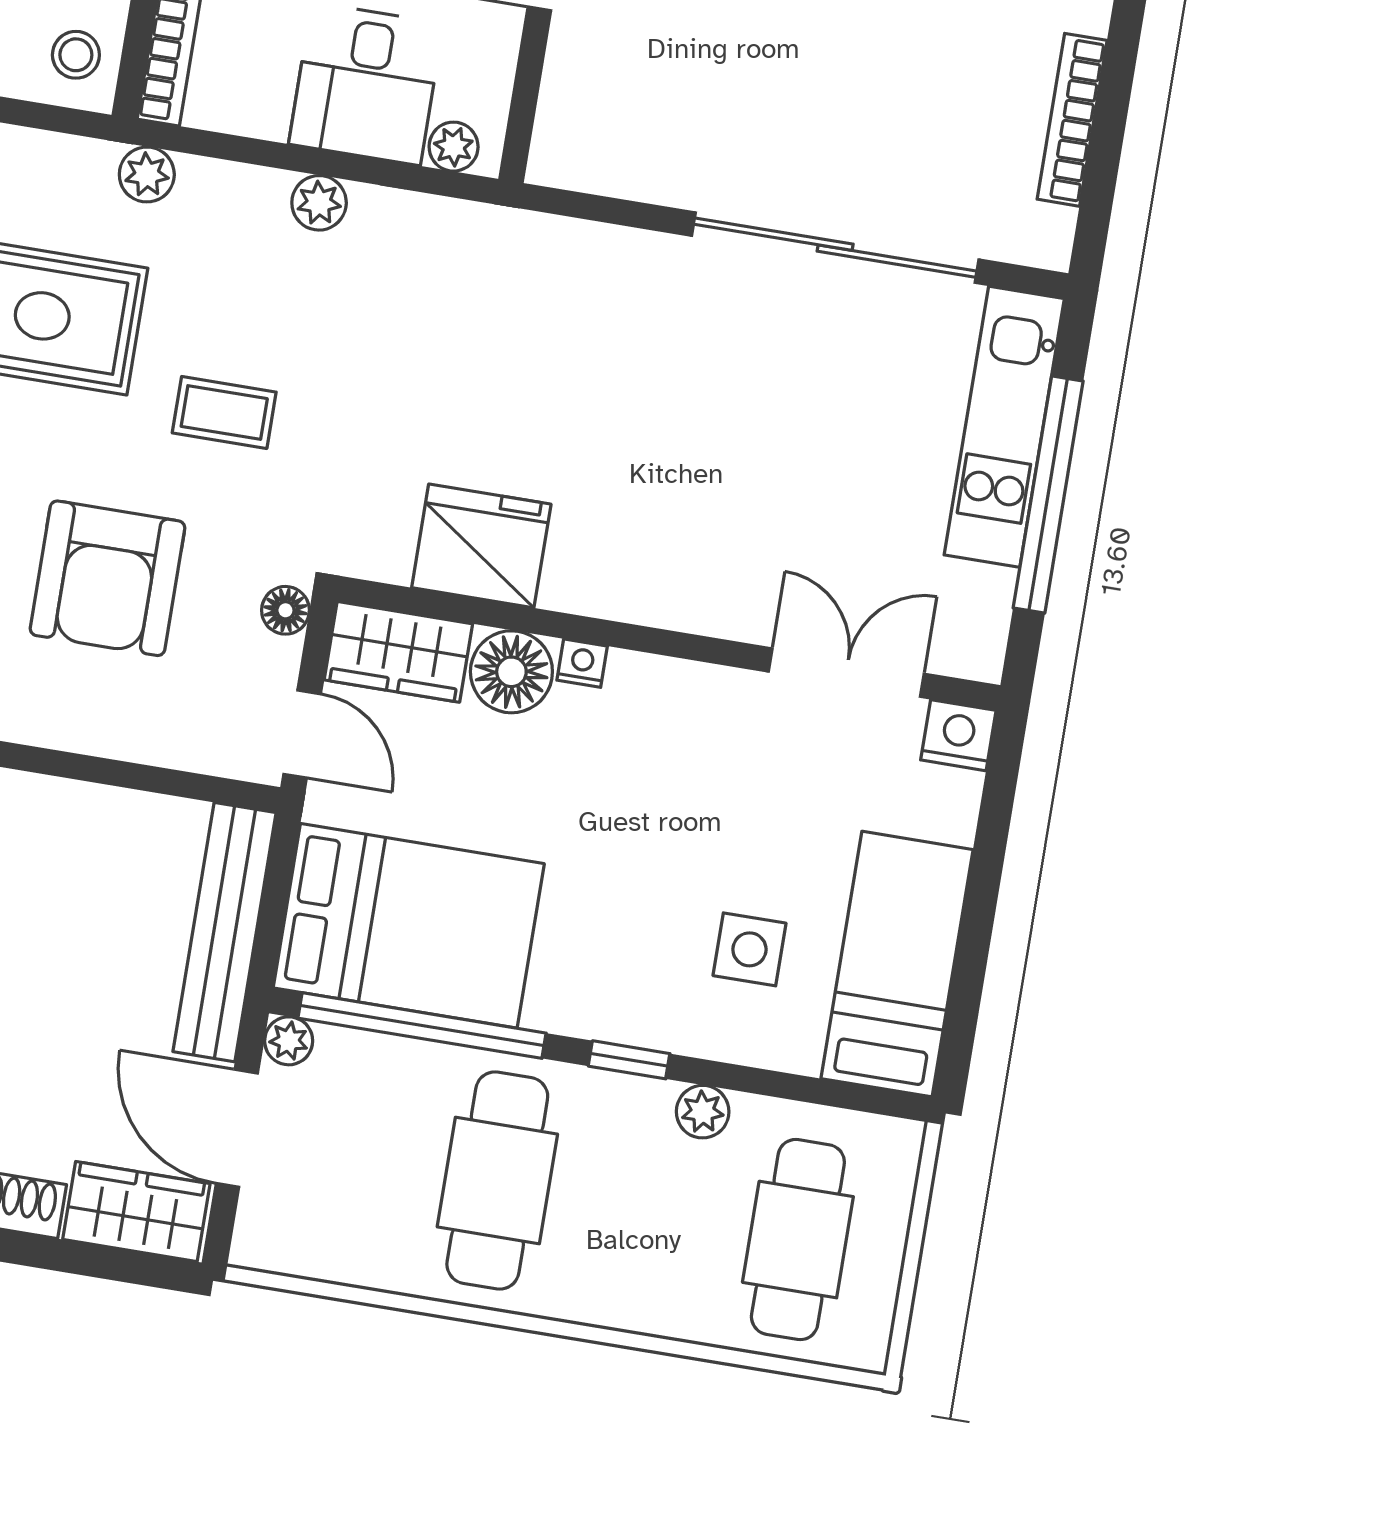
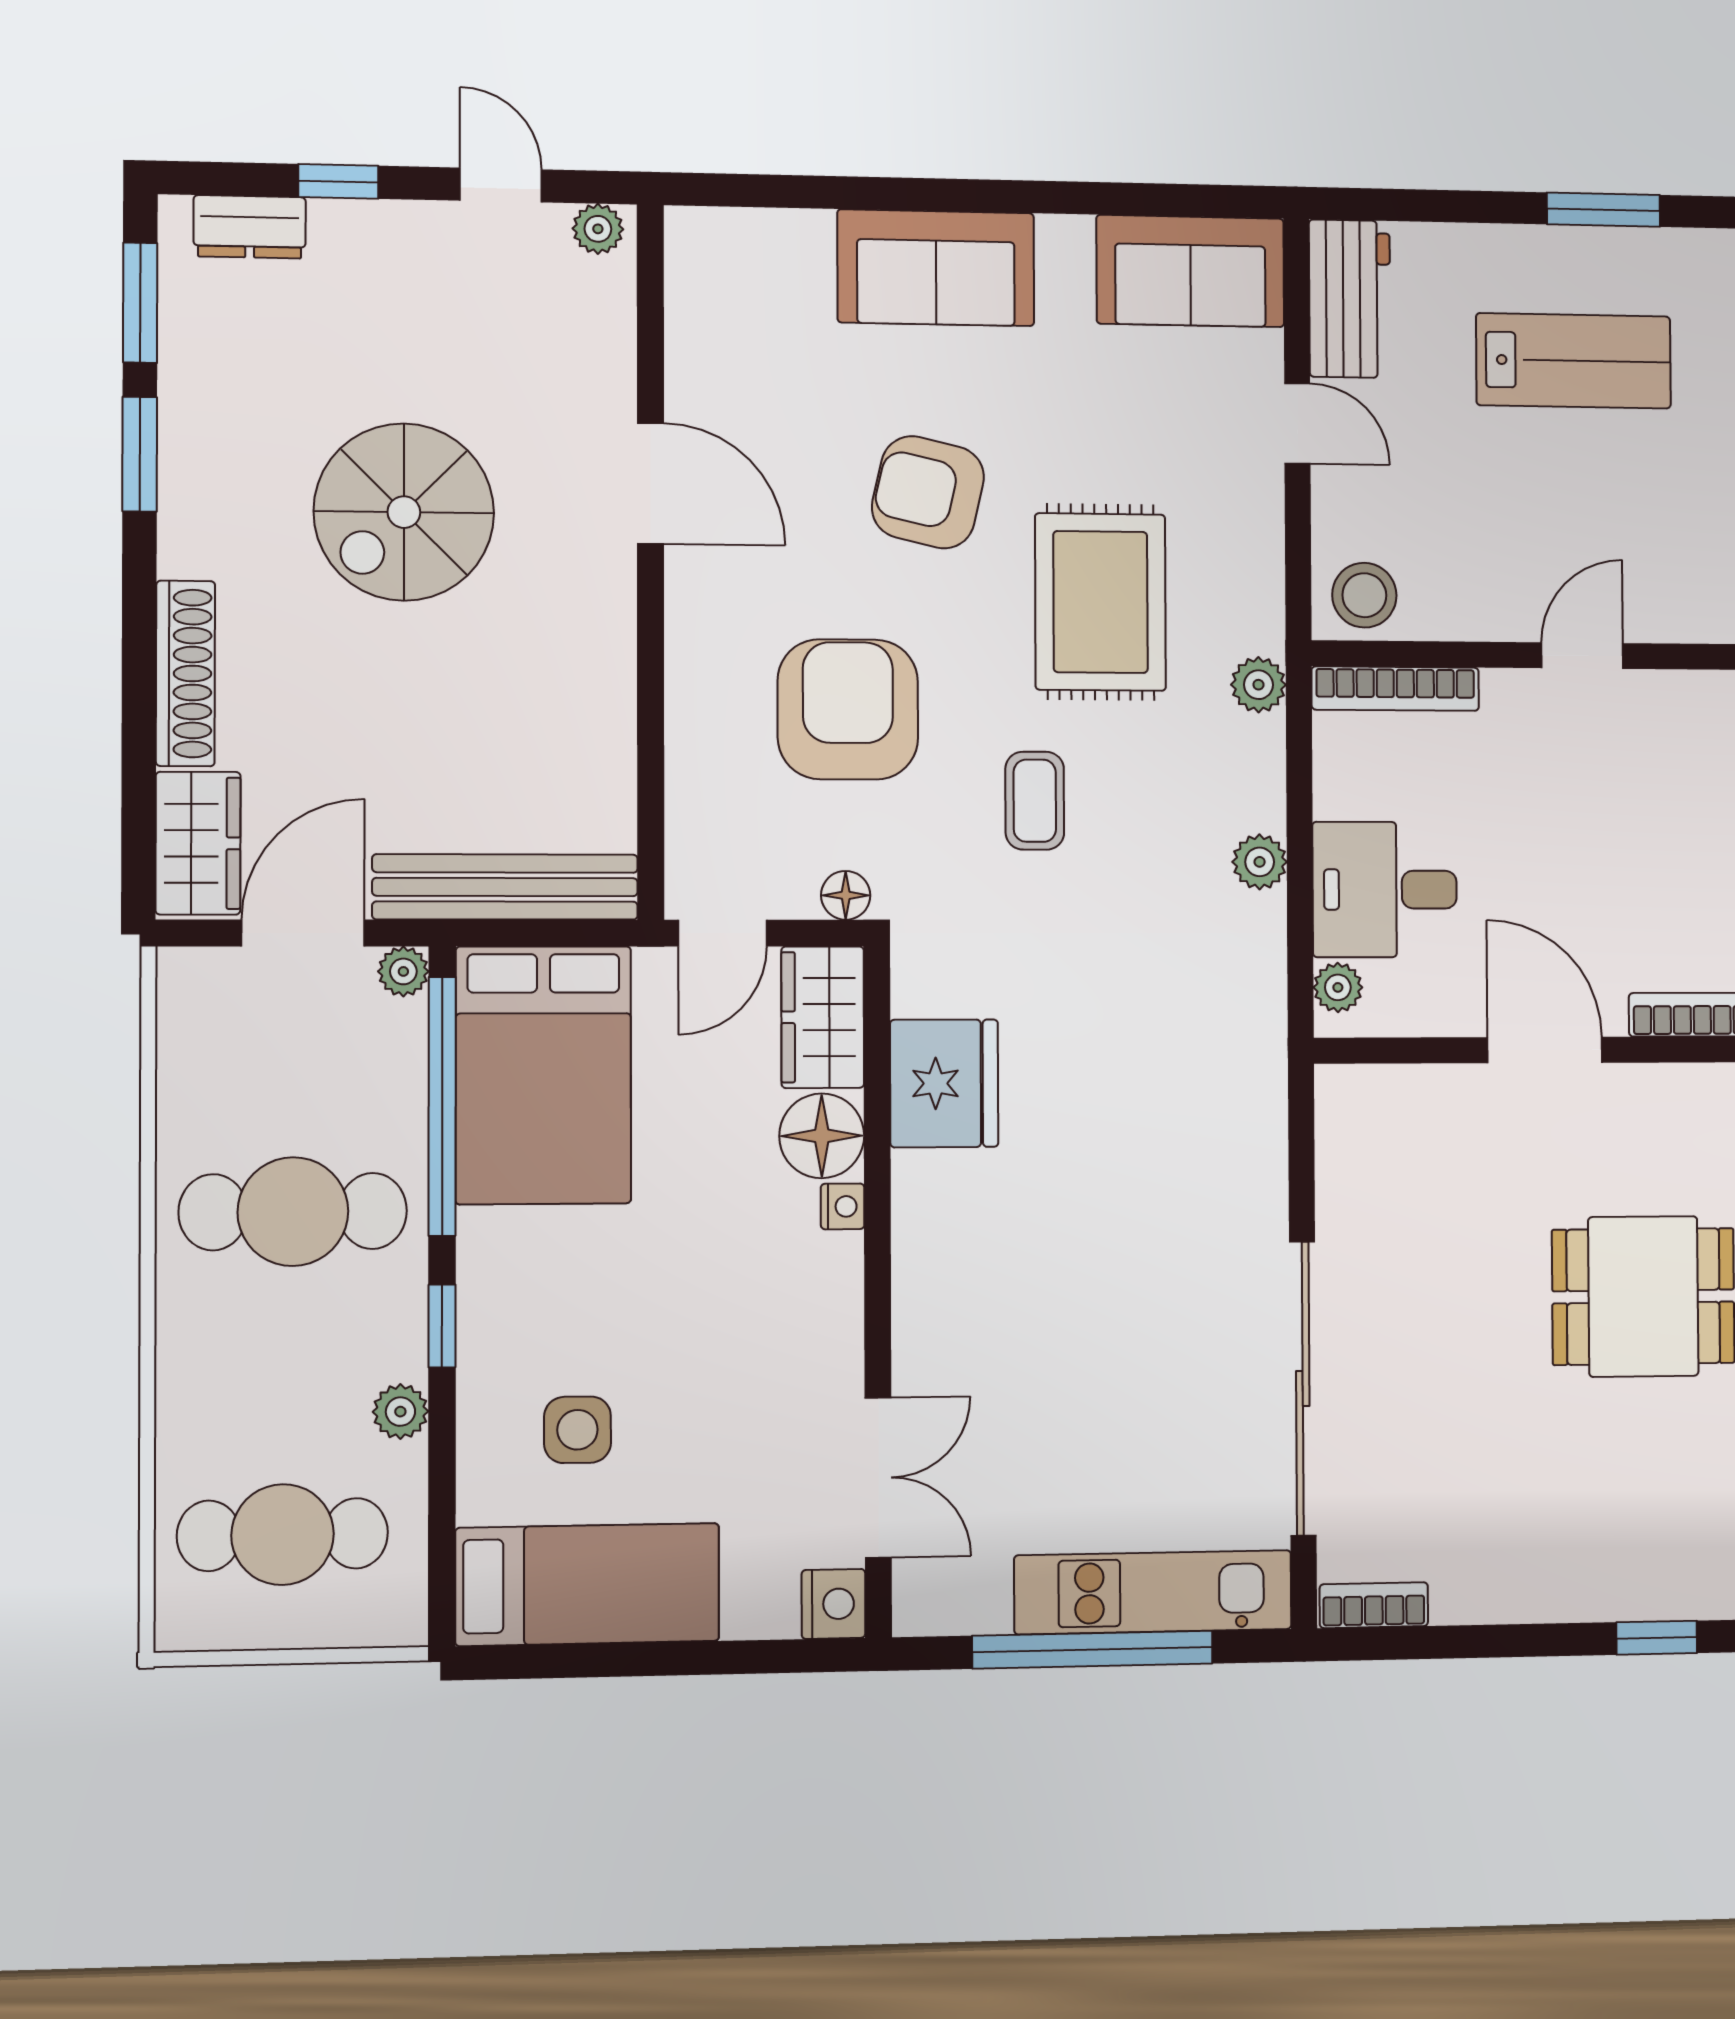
stool: (76, 55) -> (1364, 595), width x1.37, depth x1.37
bookcase: (1072, 120) -> (1374, 1605), moved, width x0.64
armchair: (107, 578) -> (848, 709), turned 90

